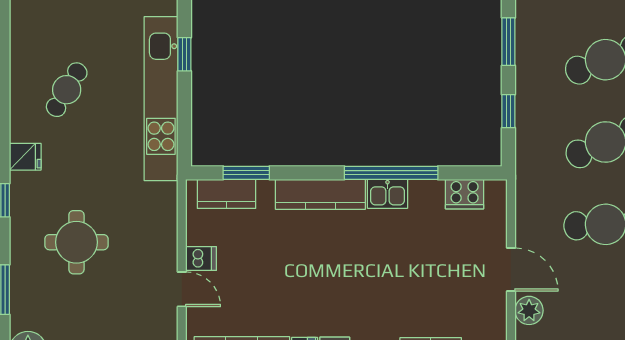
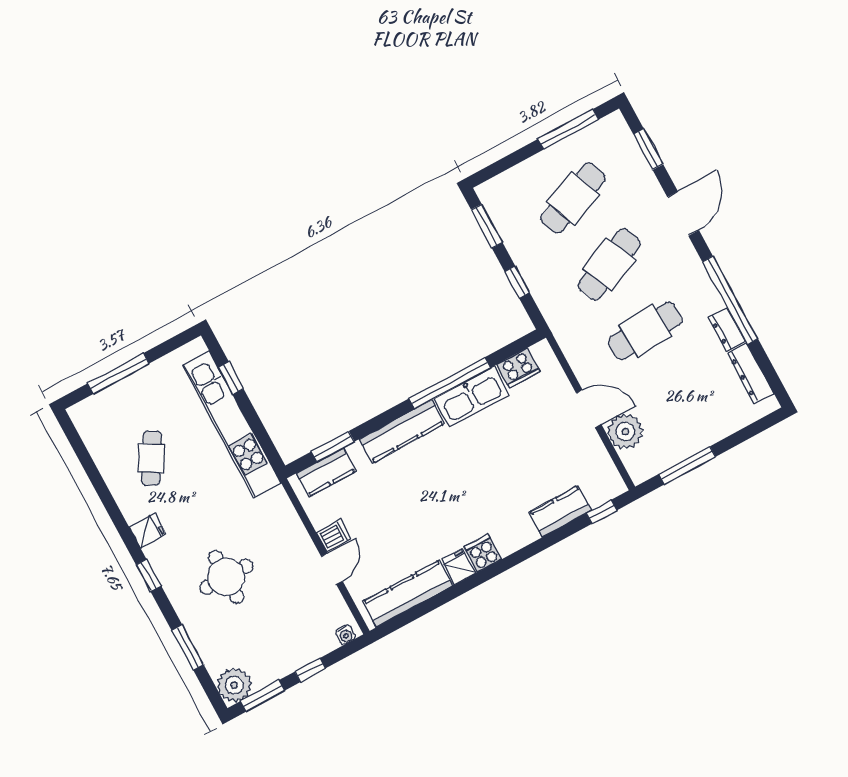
kitchen sink: (388, 194) -> (472, 397), width x1.88, depth x1.24
door: (182, 289) -> (332, 569), hinge flipped
plant: (529, 310) -> (625, 432), width x1.36, depth x1.36

